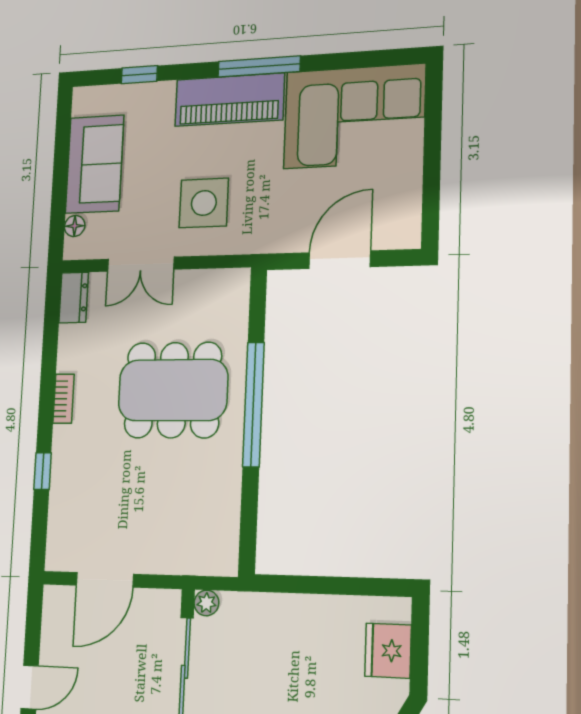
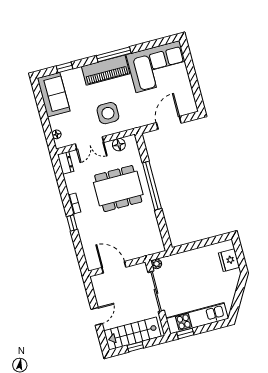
sofa: (95, 164) -> (54, 95), moved
floor lamp: (206, 284) -> (119, 145), added
window: (43, 471) -> (72, 223), moved
door: (105, 580) -> (114, 267), swing flipped

